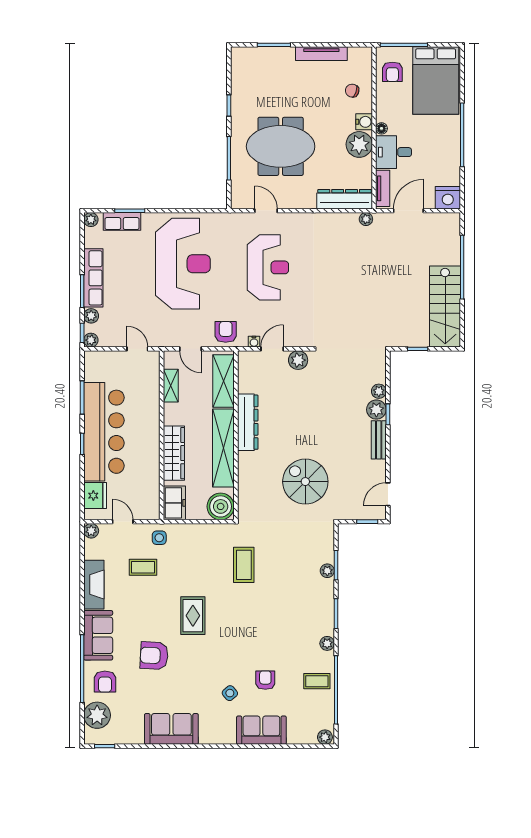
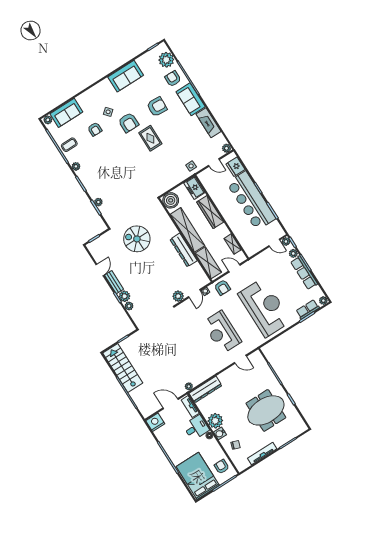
meeting table: (281, 146) -> (266, 410), moved
door: (408, 211) -> (171, 404), swing flipped
reception desk: (183, 264) -> (265, 308), turned 180
door: (137, 349) -> (274, 243), moved
spiral stairs: (305, 482) -> (137, 239), turned 180
door: (388, 494) -> (100, 270), moved
coffee table: (244, 565) -> (141, 179), removed
coffee table: (143, 567) -> (190, 147), removed
armchair: (210, 659) -> (129, 123), added
sofa: (261, 730) -> (66, 113), moved

